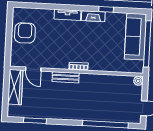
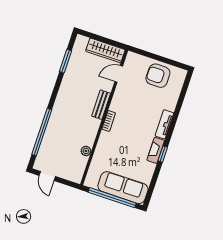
window: (106, 9) -> (163, 154), moved
armchair: (25, 33) -> (158, 76), turned 180
plant: (138, 81) -> (86, 151), moved

